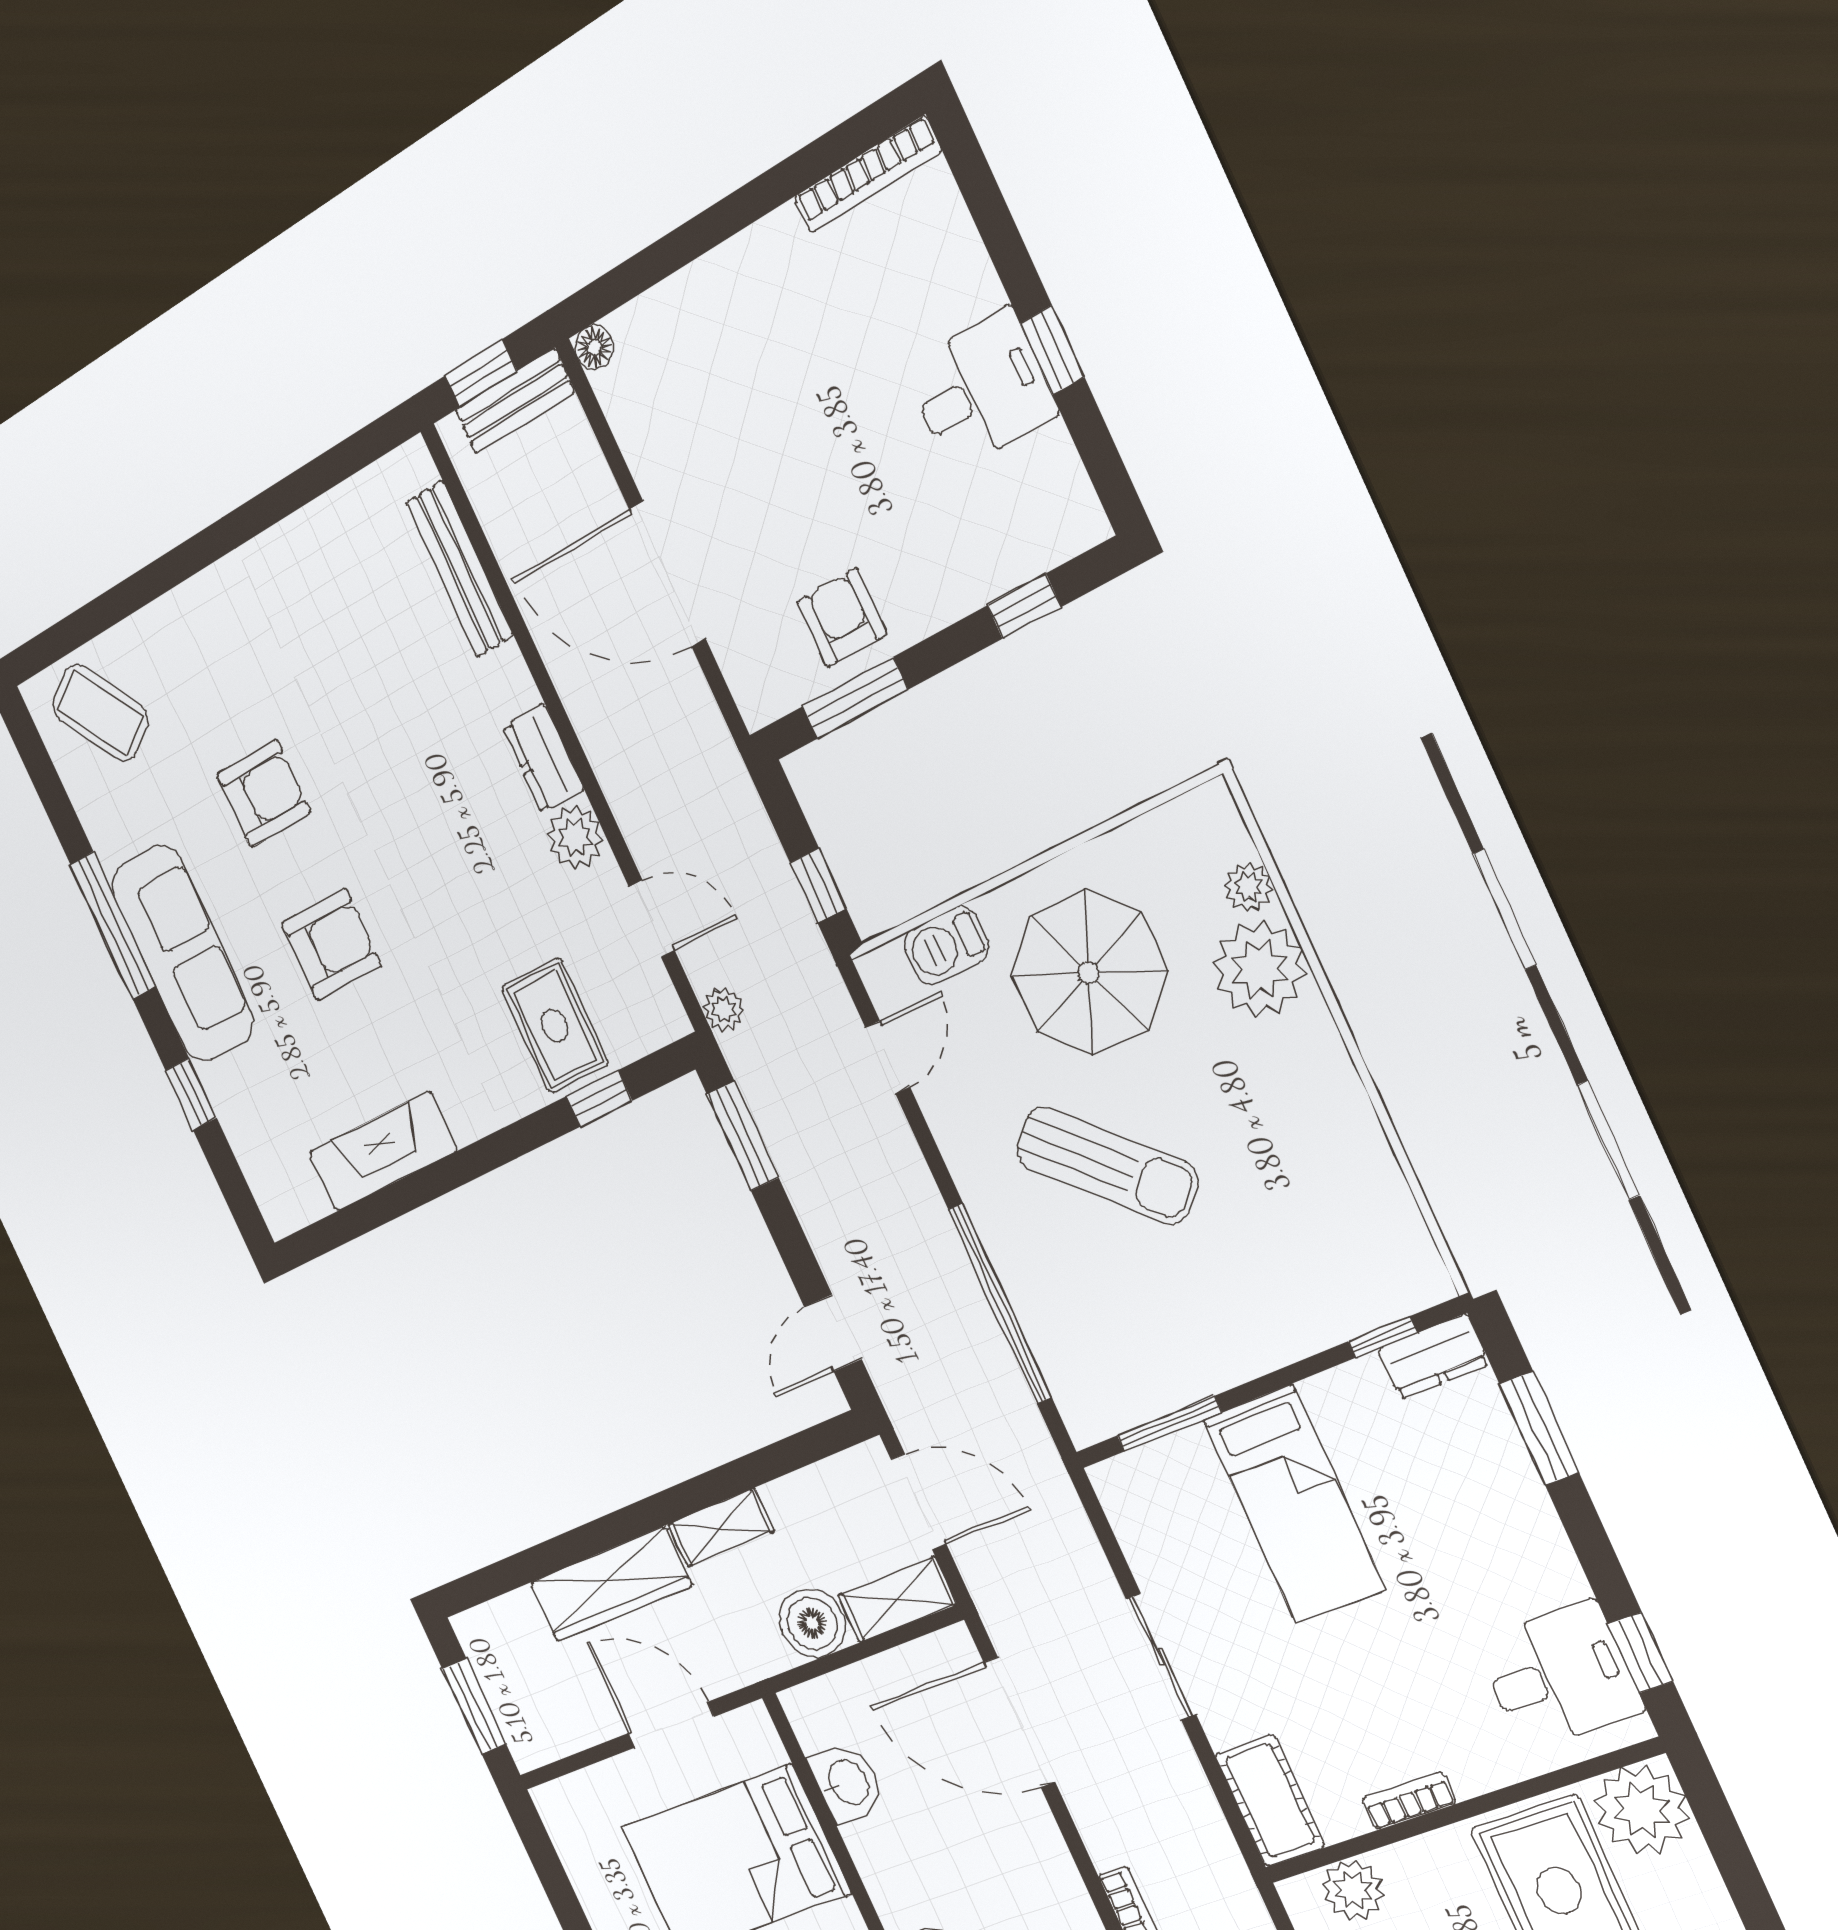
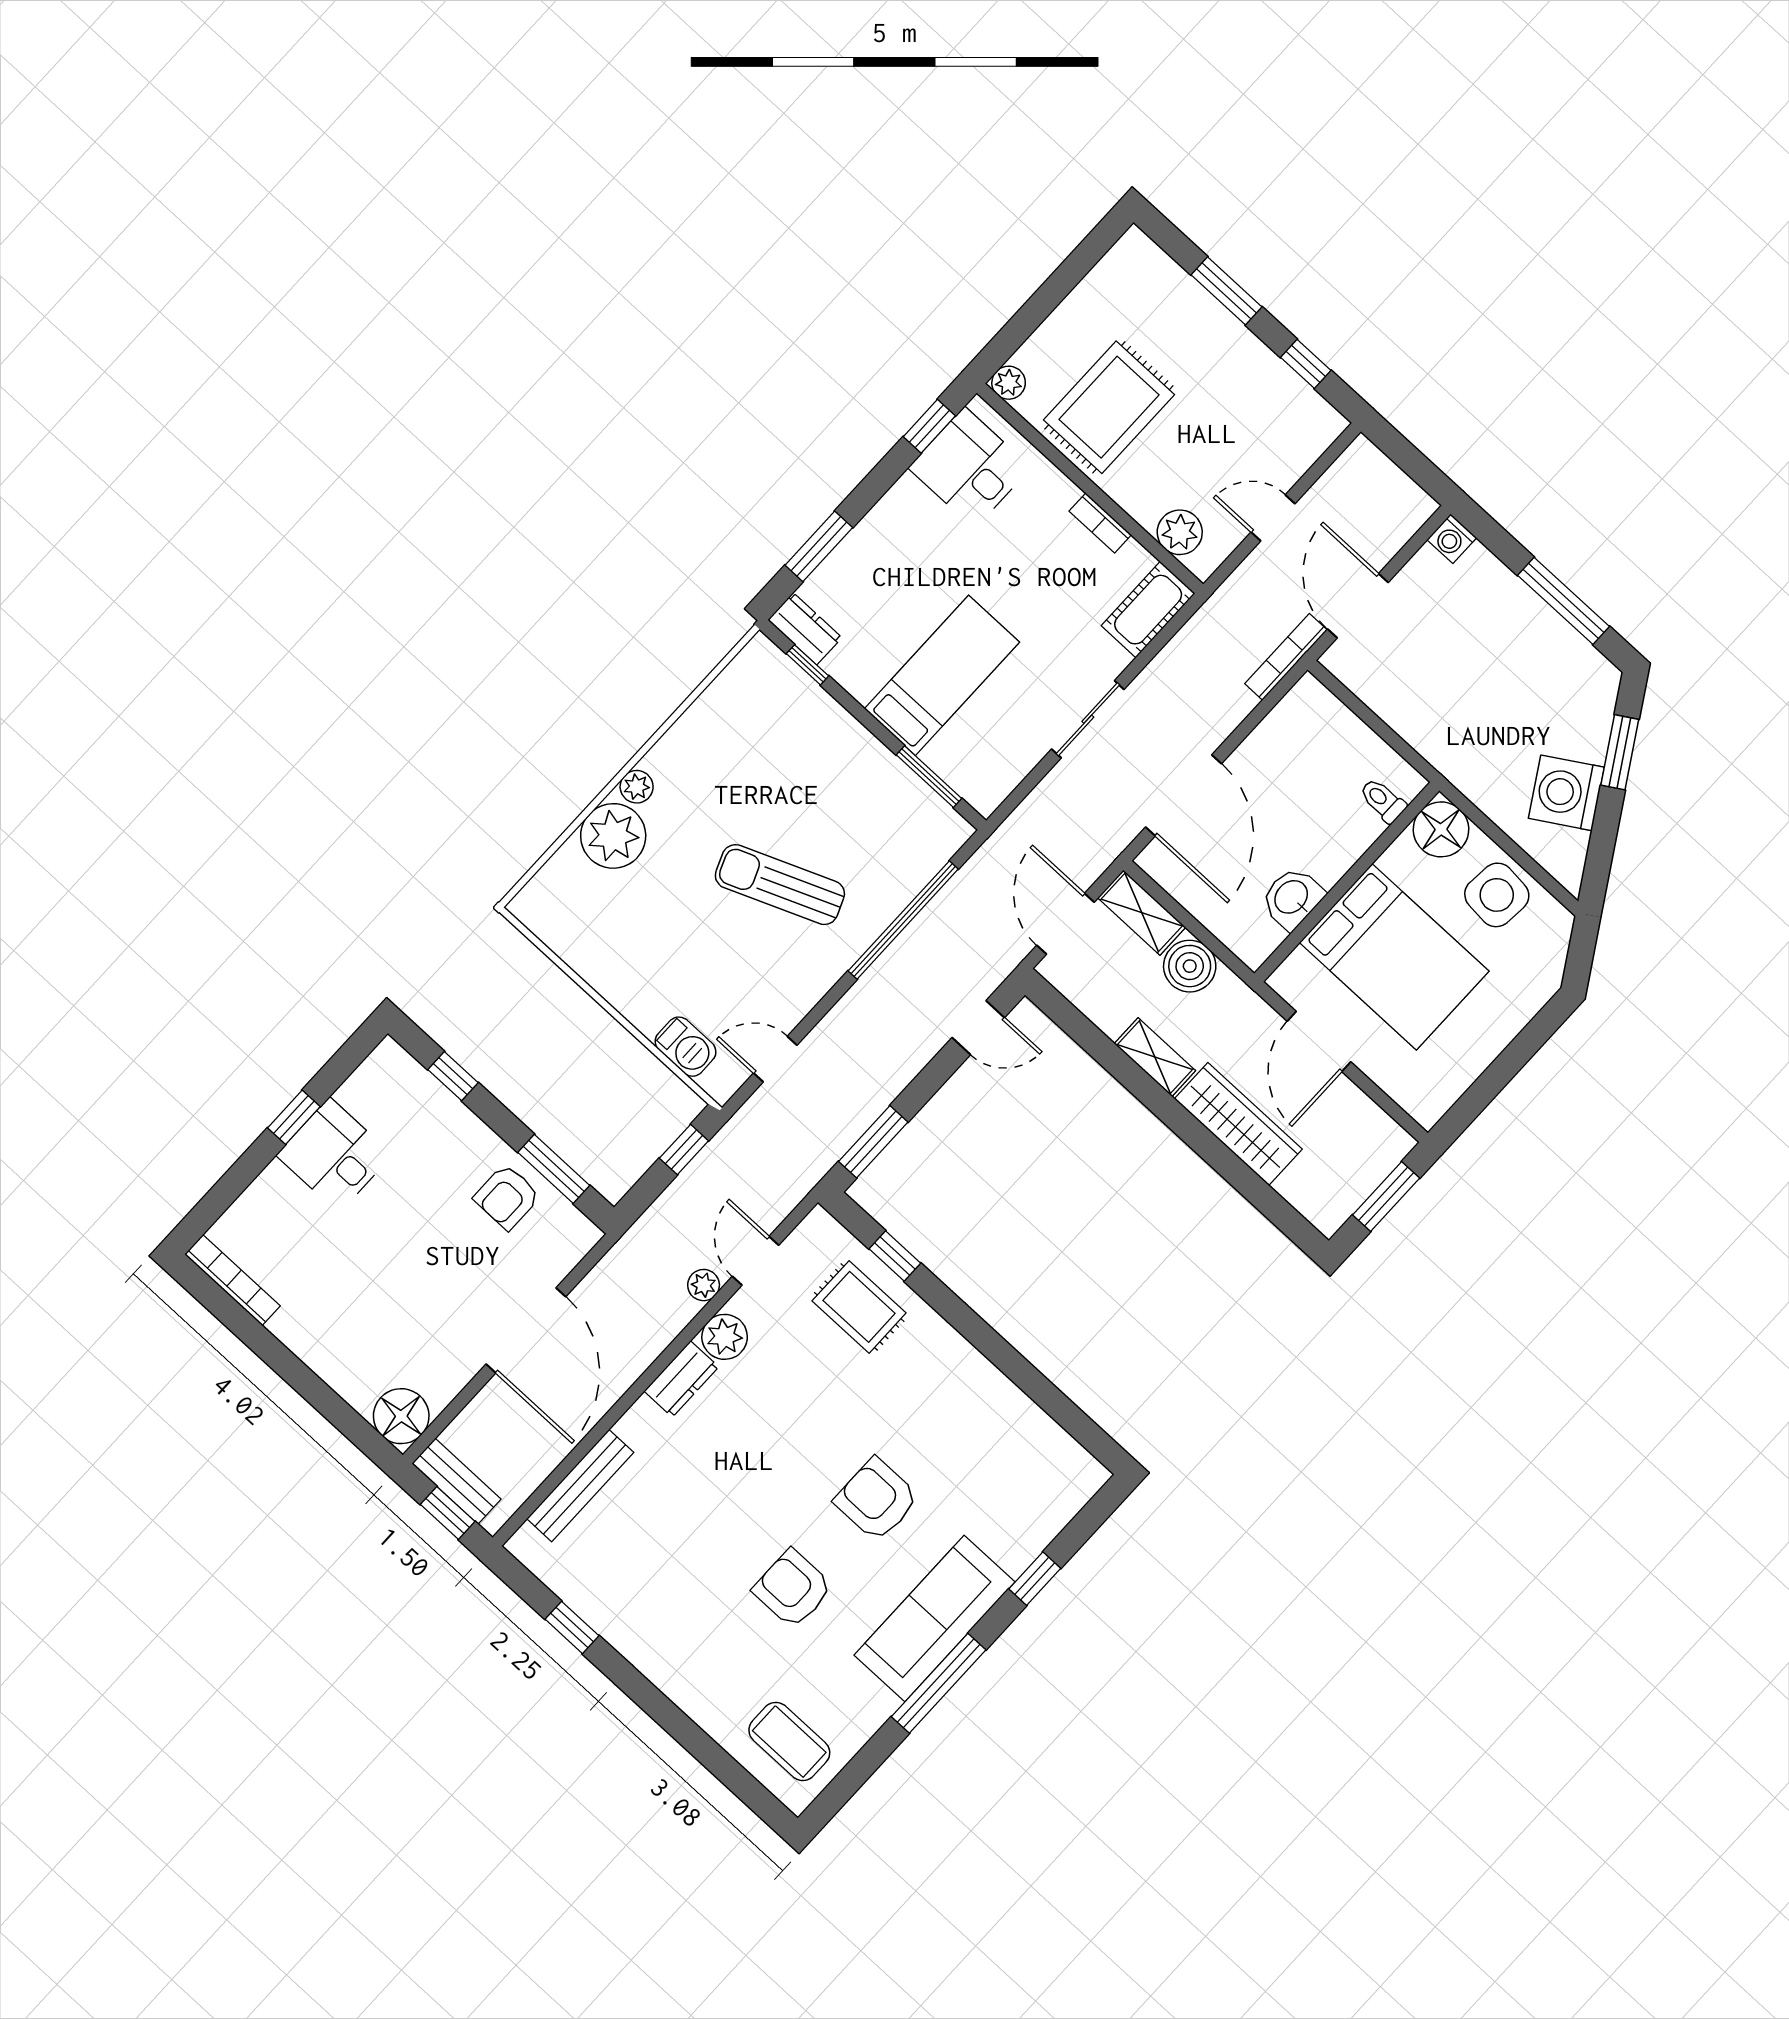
floor lamp: (594, 347) -> (401, 1416), width x1.89, depth x1.89
window: (300, 488) -> (572, 1627), added
coffee table: (100, 713) -> (789, 1741), turned -56
plant: (1248, 887) -> (637, 787), moved
parasol: (1089, 973) -> (662, 945), removed
plant: (724, 1009) -> (704, 1285), moved
rug: (555, 1026) -> (859, 1307), turned 90
fireplace: (383, 1151) -> (1007, 1409), removed
sun lounger: (1106, 1165) -> (780, 885), turned -66
plant: (1642, 1810) -> (1009, 383), width x0.53, depth x0.53

